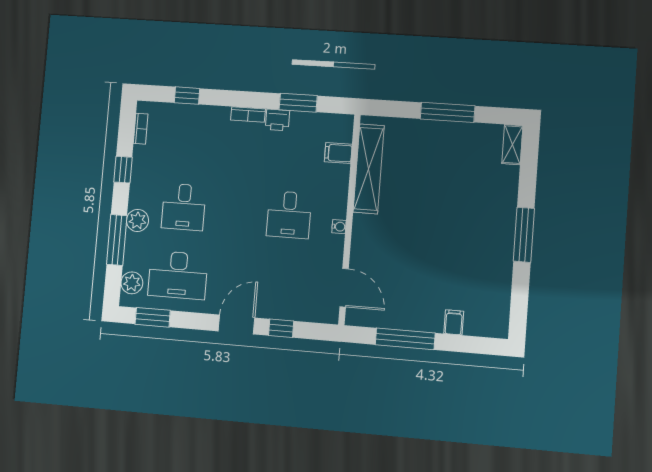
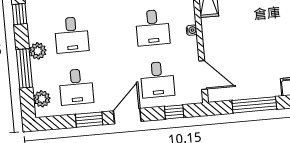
desk: (178, 275) -> (76, 87), width x0.73
desk: (283, 284) -> (157, 80), added
window: (153, 317) -> (89, 120), moved
window: (281, 328) -> (174, 112), moved

